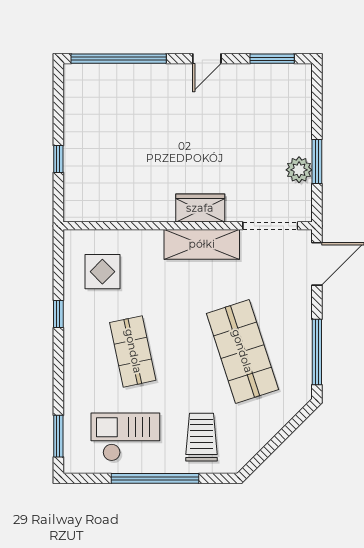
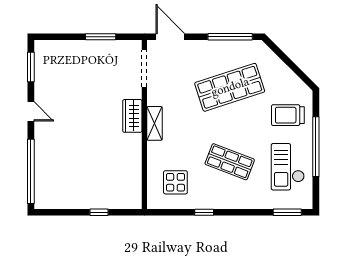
plant: (299, 170) -> (106, 49), removed
shelving: (202, 244) -> (154, 123), width x0.67, depth x0.75
shop shelf: (133, 351) -> (230, 162), turned 33

